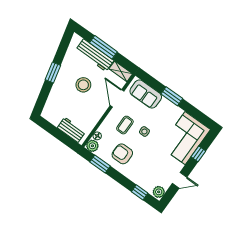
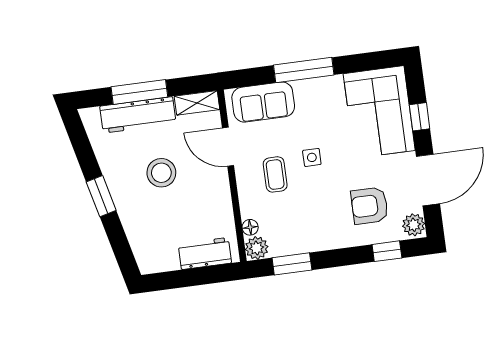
window: (172, 96) -> (304, 70), width x1.44
armchair: (122, 154) -> (370, 206), moved
door: (180, 180) -> (428, 180), width x1.88

